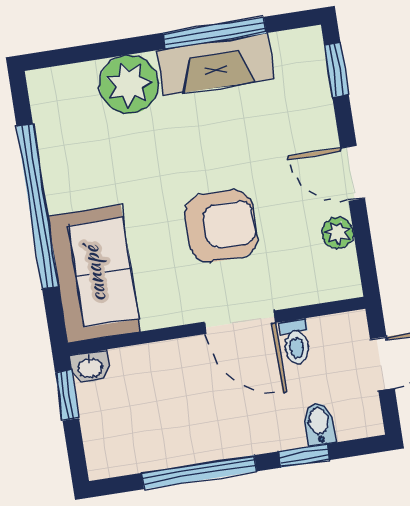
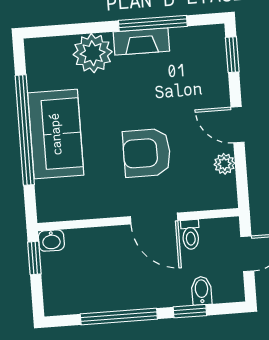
fireplace: (216, 64) -> (141, 41), width x0.73, depth x0.76
armchair: (221, 226) -> (147, 153), turned 180
sofa: (94, 274) -> (56, 134), moved

